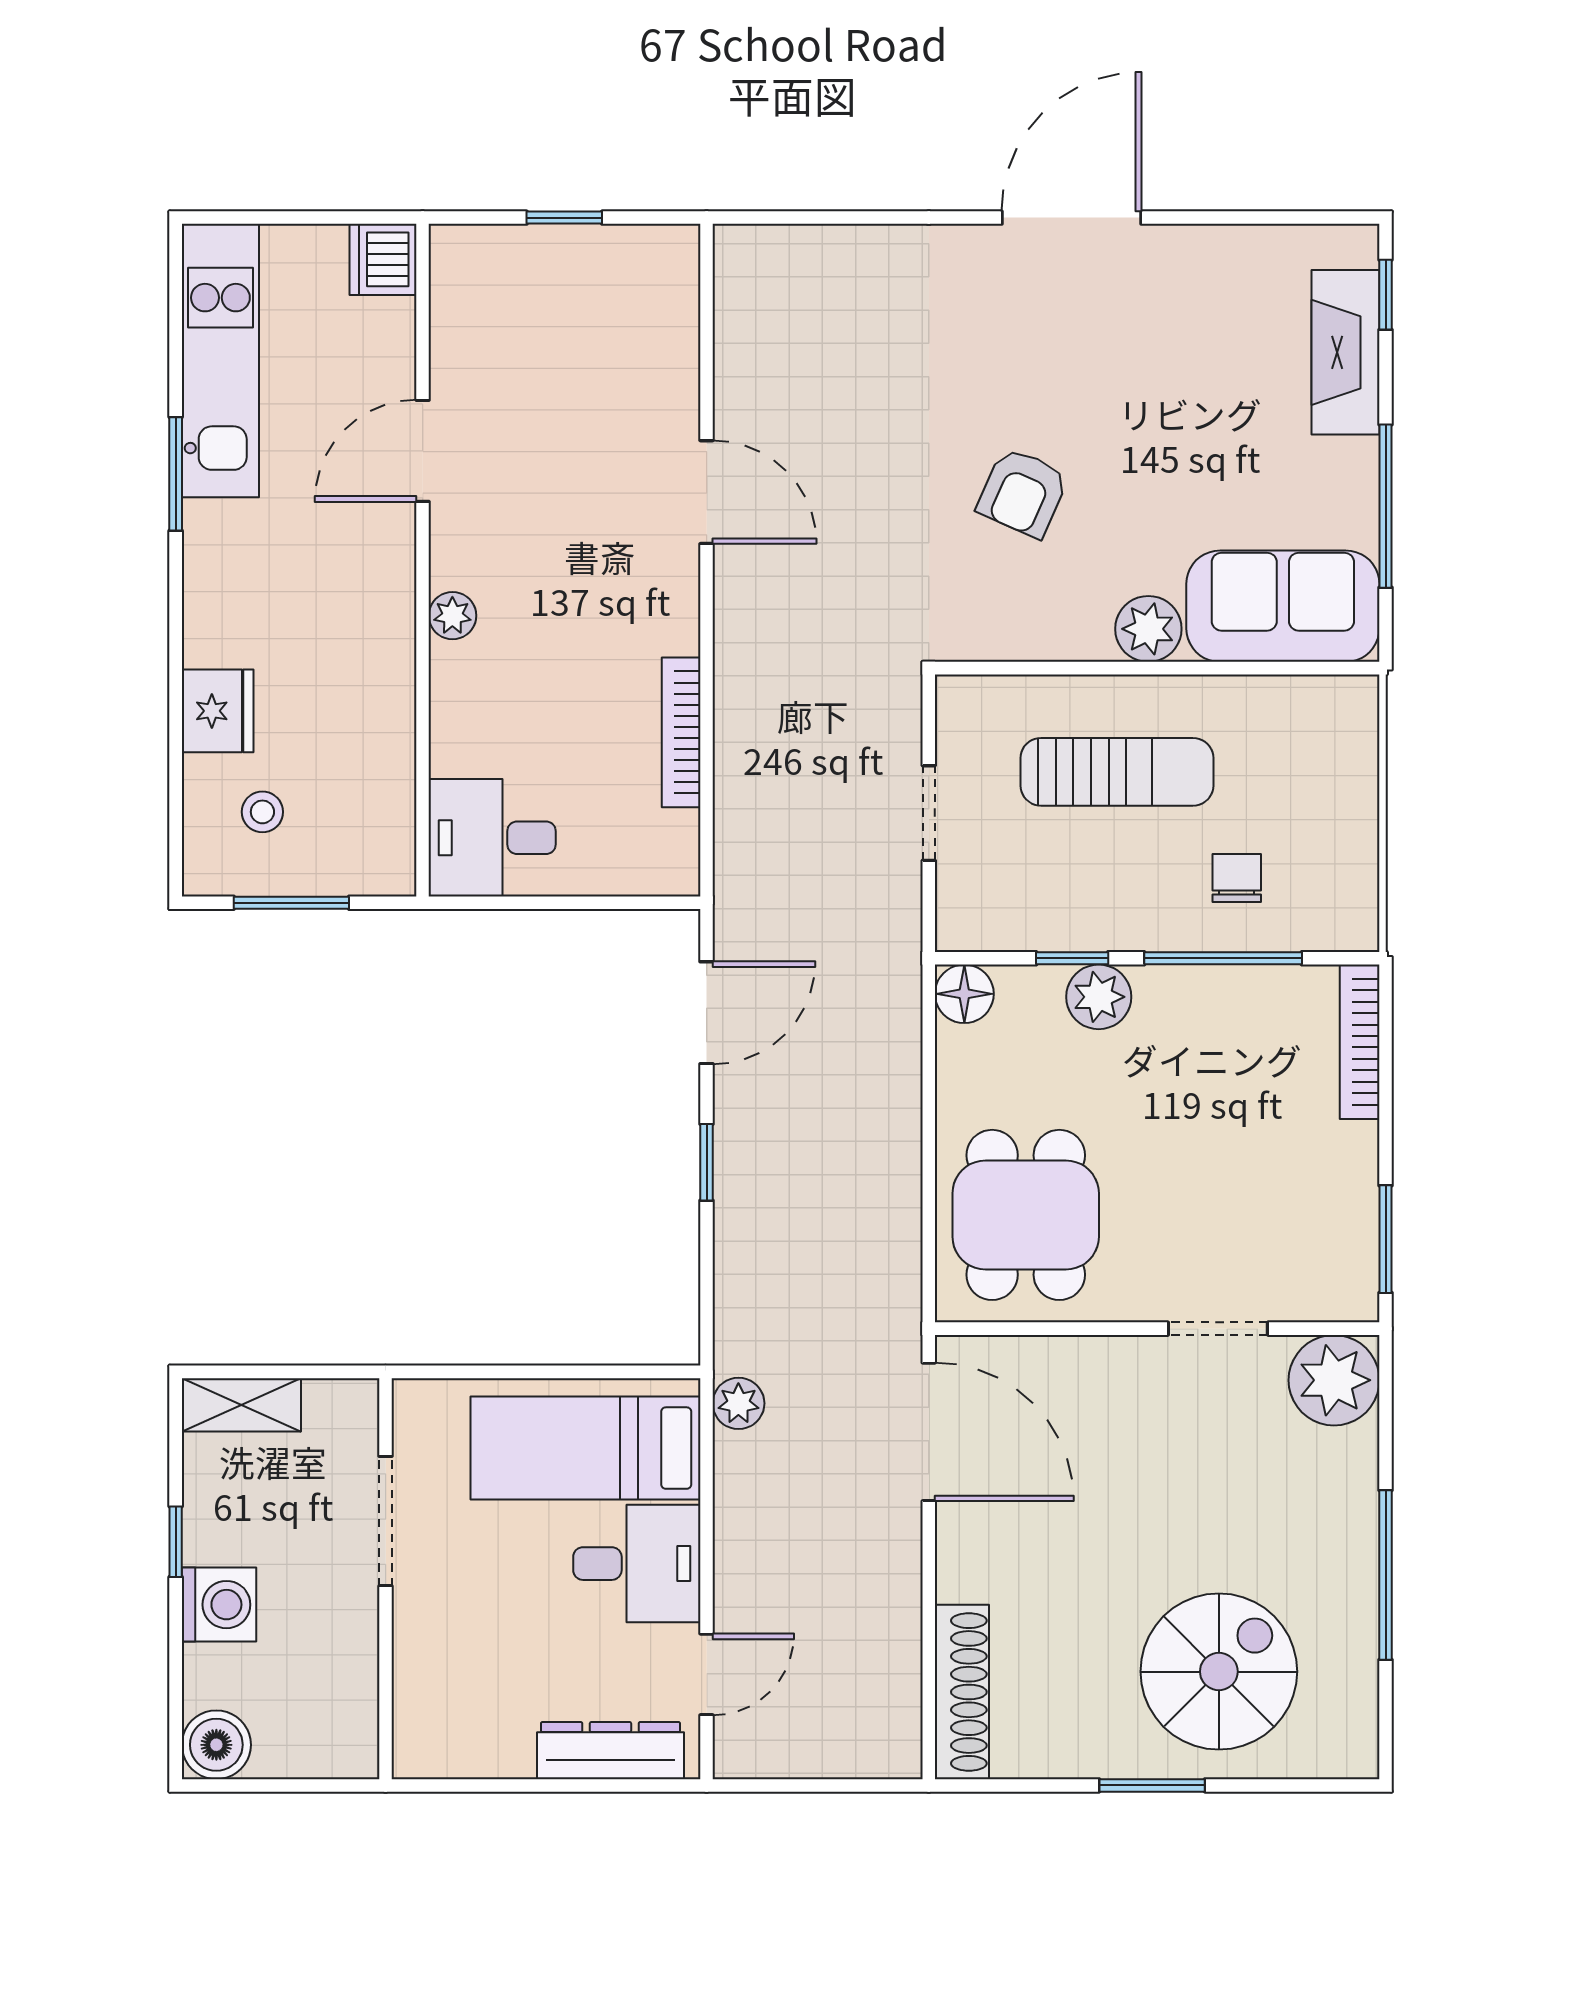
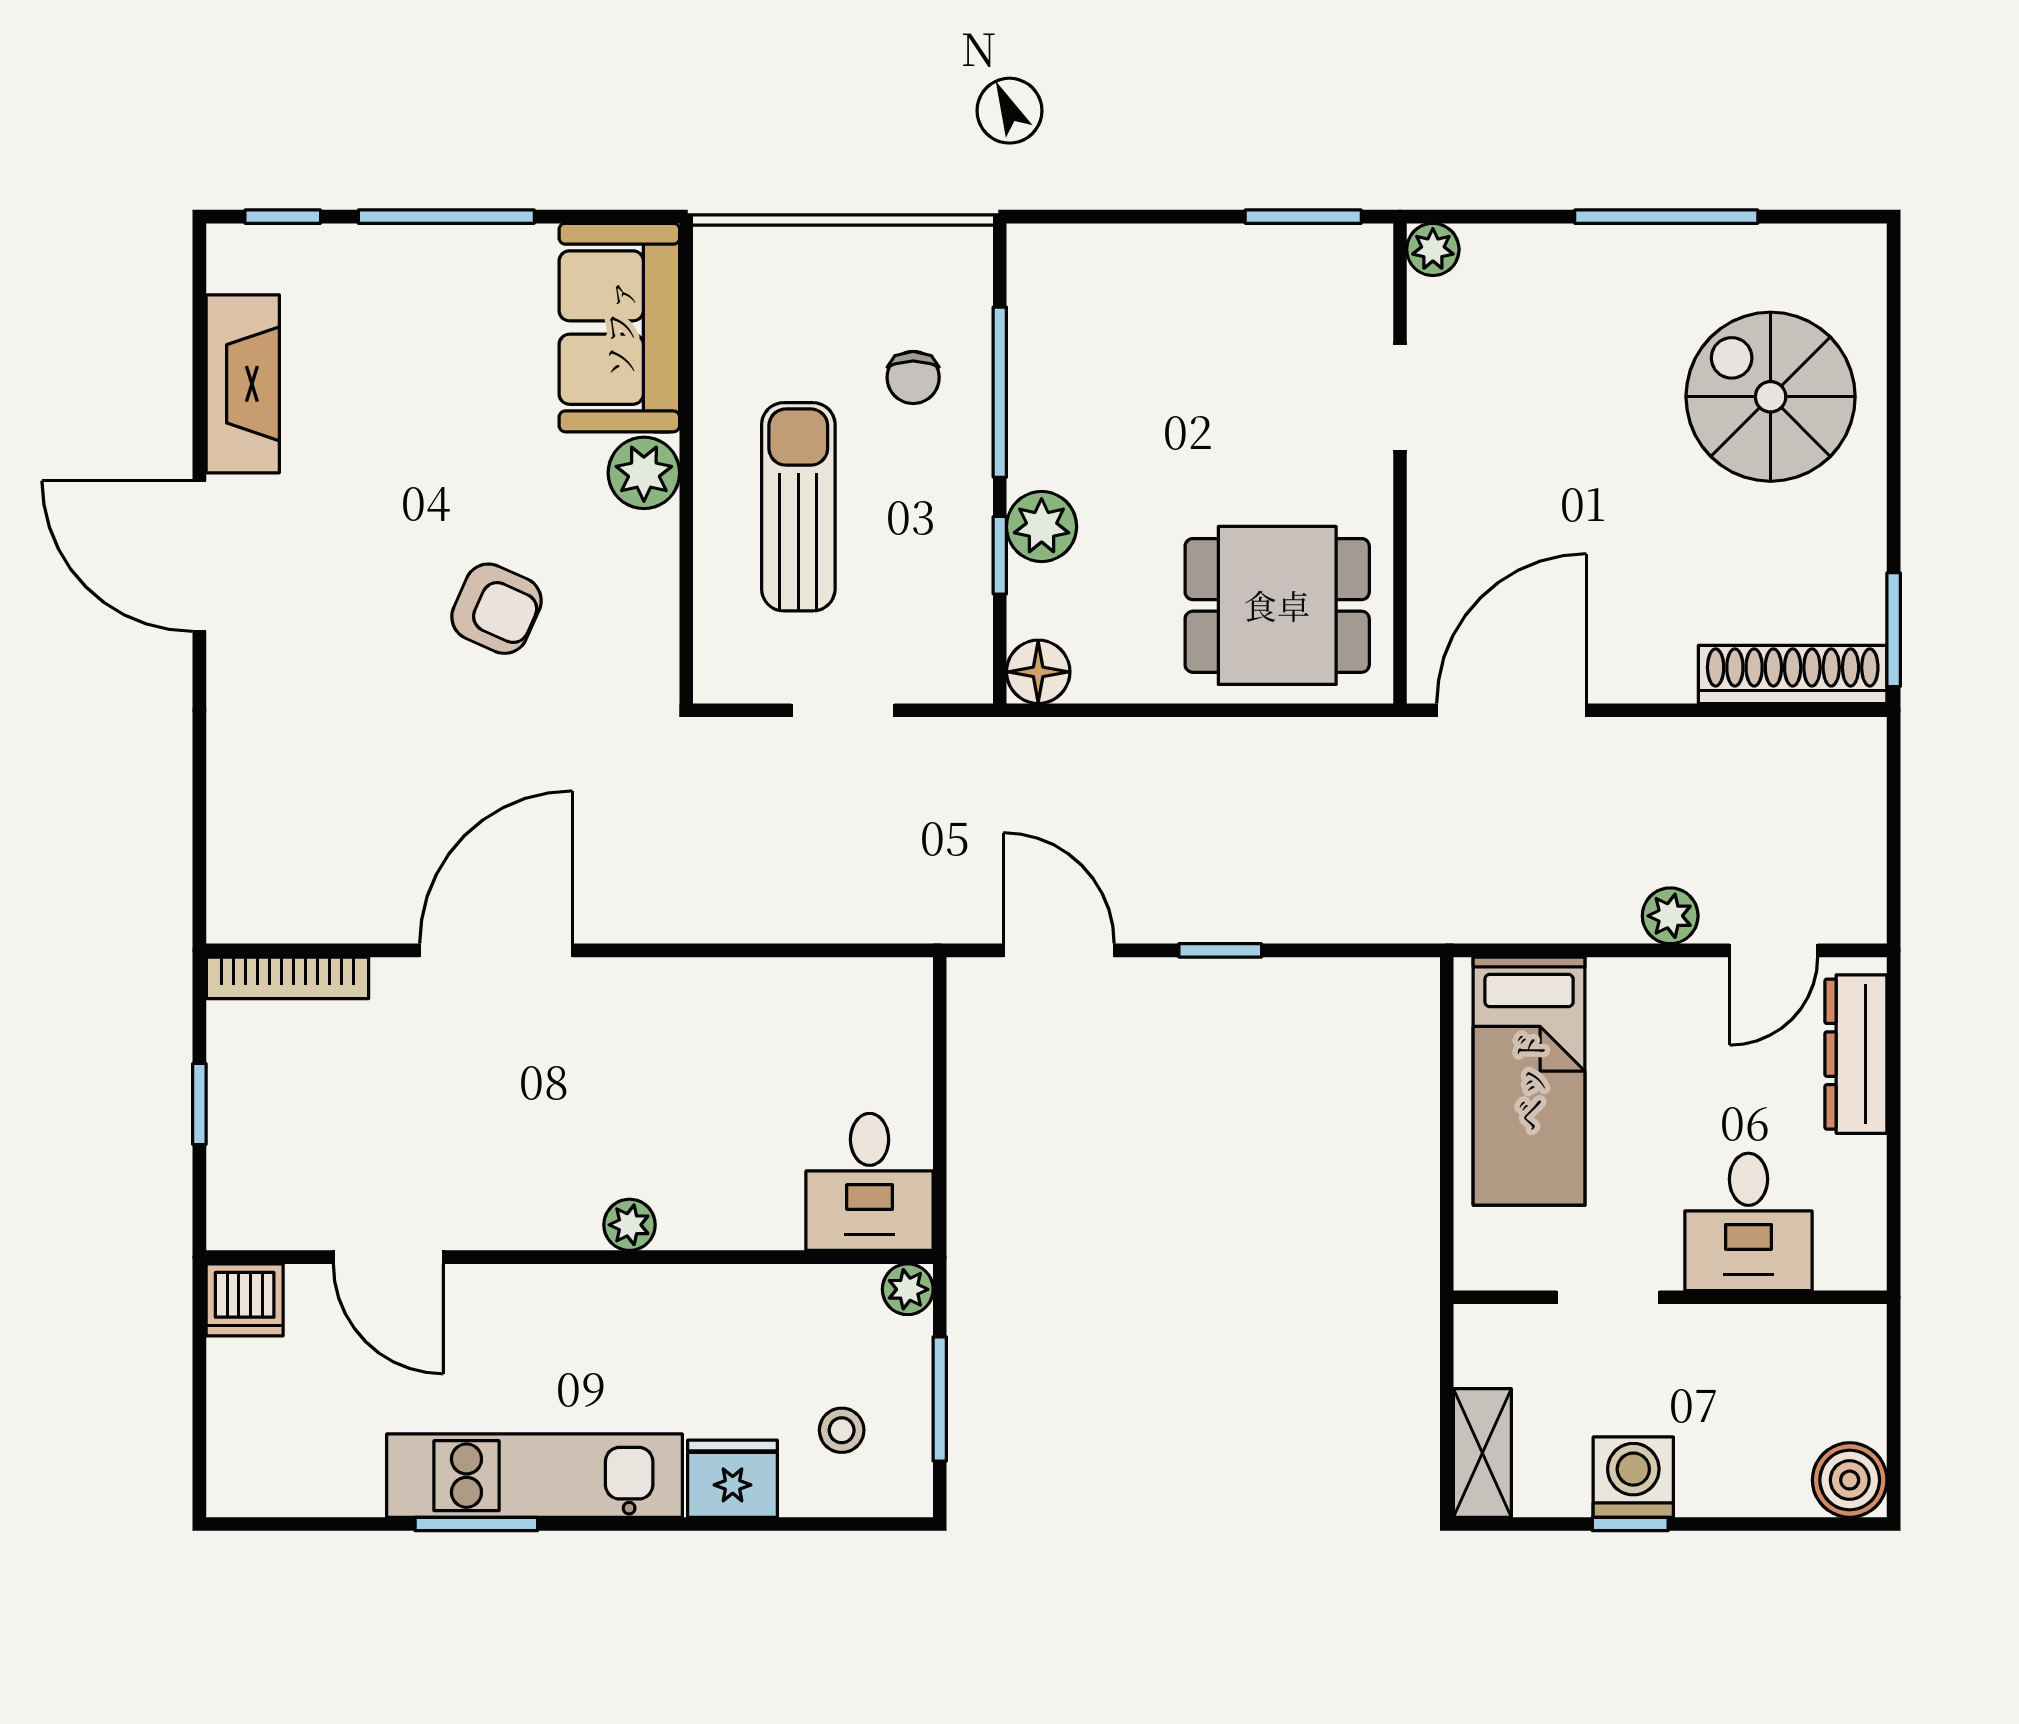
fireplace: (1345, 352) -> (243, 384), moved, turned -90
kitchen unit: (220, 361) -> (534, 1476), moved
door: (423, 451) -> (388, 1257), moved
door: (707, 492) -> (496, 950), width x1.36
window: (1386, 506) -> (446, 217), moved
bookcase: (681, 732) -> (288, 978), moved
plant: (393, 873) -> (908, 1289), added
chair: (1237, 878) -> (913, 377), turned -90
bookcase: (1360, 1042) -> (1090, 245), removed
plant: (1334, 1380) -> (1433, 249), width x0.53, depth x0.53
plant: (738, 1403) -> (1670, 916), moved
doorway: (386, 1521) -> (1608, 1297), width x0.73
desk: (637, 1564) -> (1748, 1222), moved, turned 180
washing machine: (219, 1605) -> (1633, 1477), moved
door: (707, 1674) -> (1774, 950), swing flipped
window: (1152, 1785) -> (1894, 630), moved

